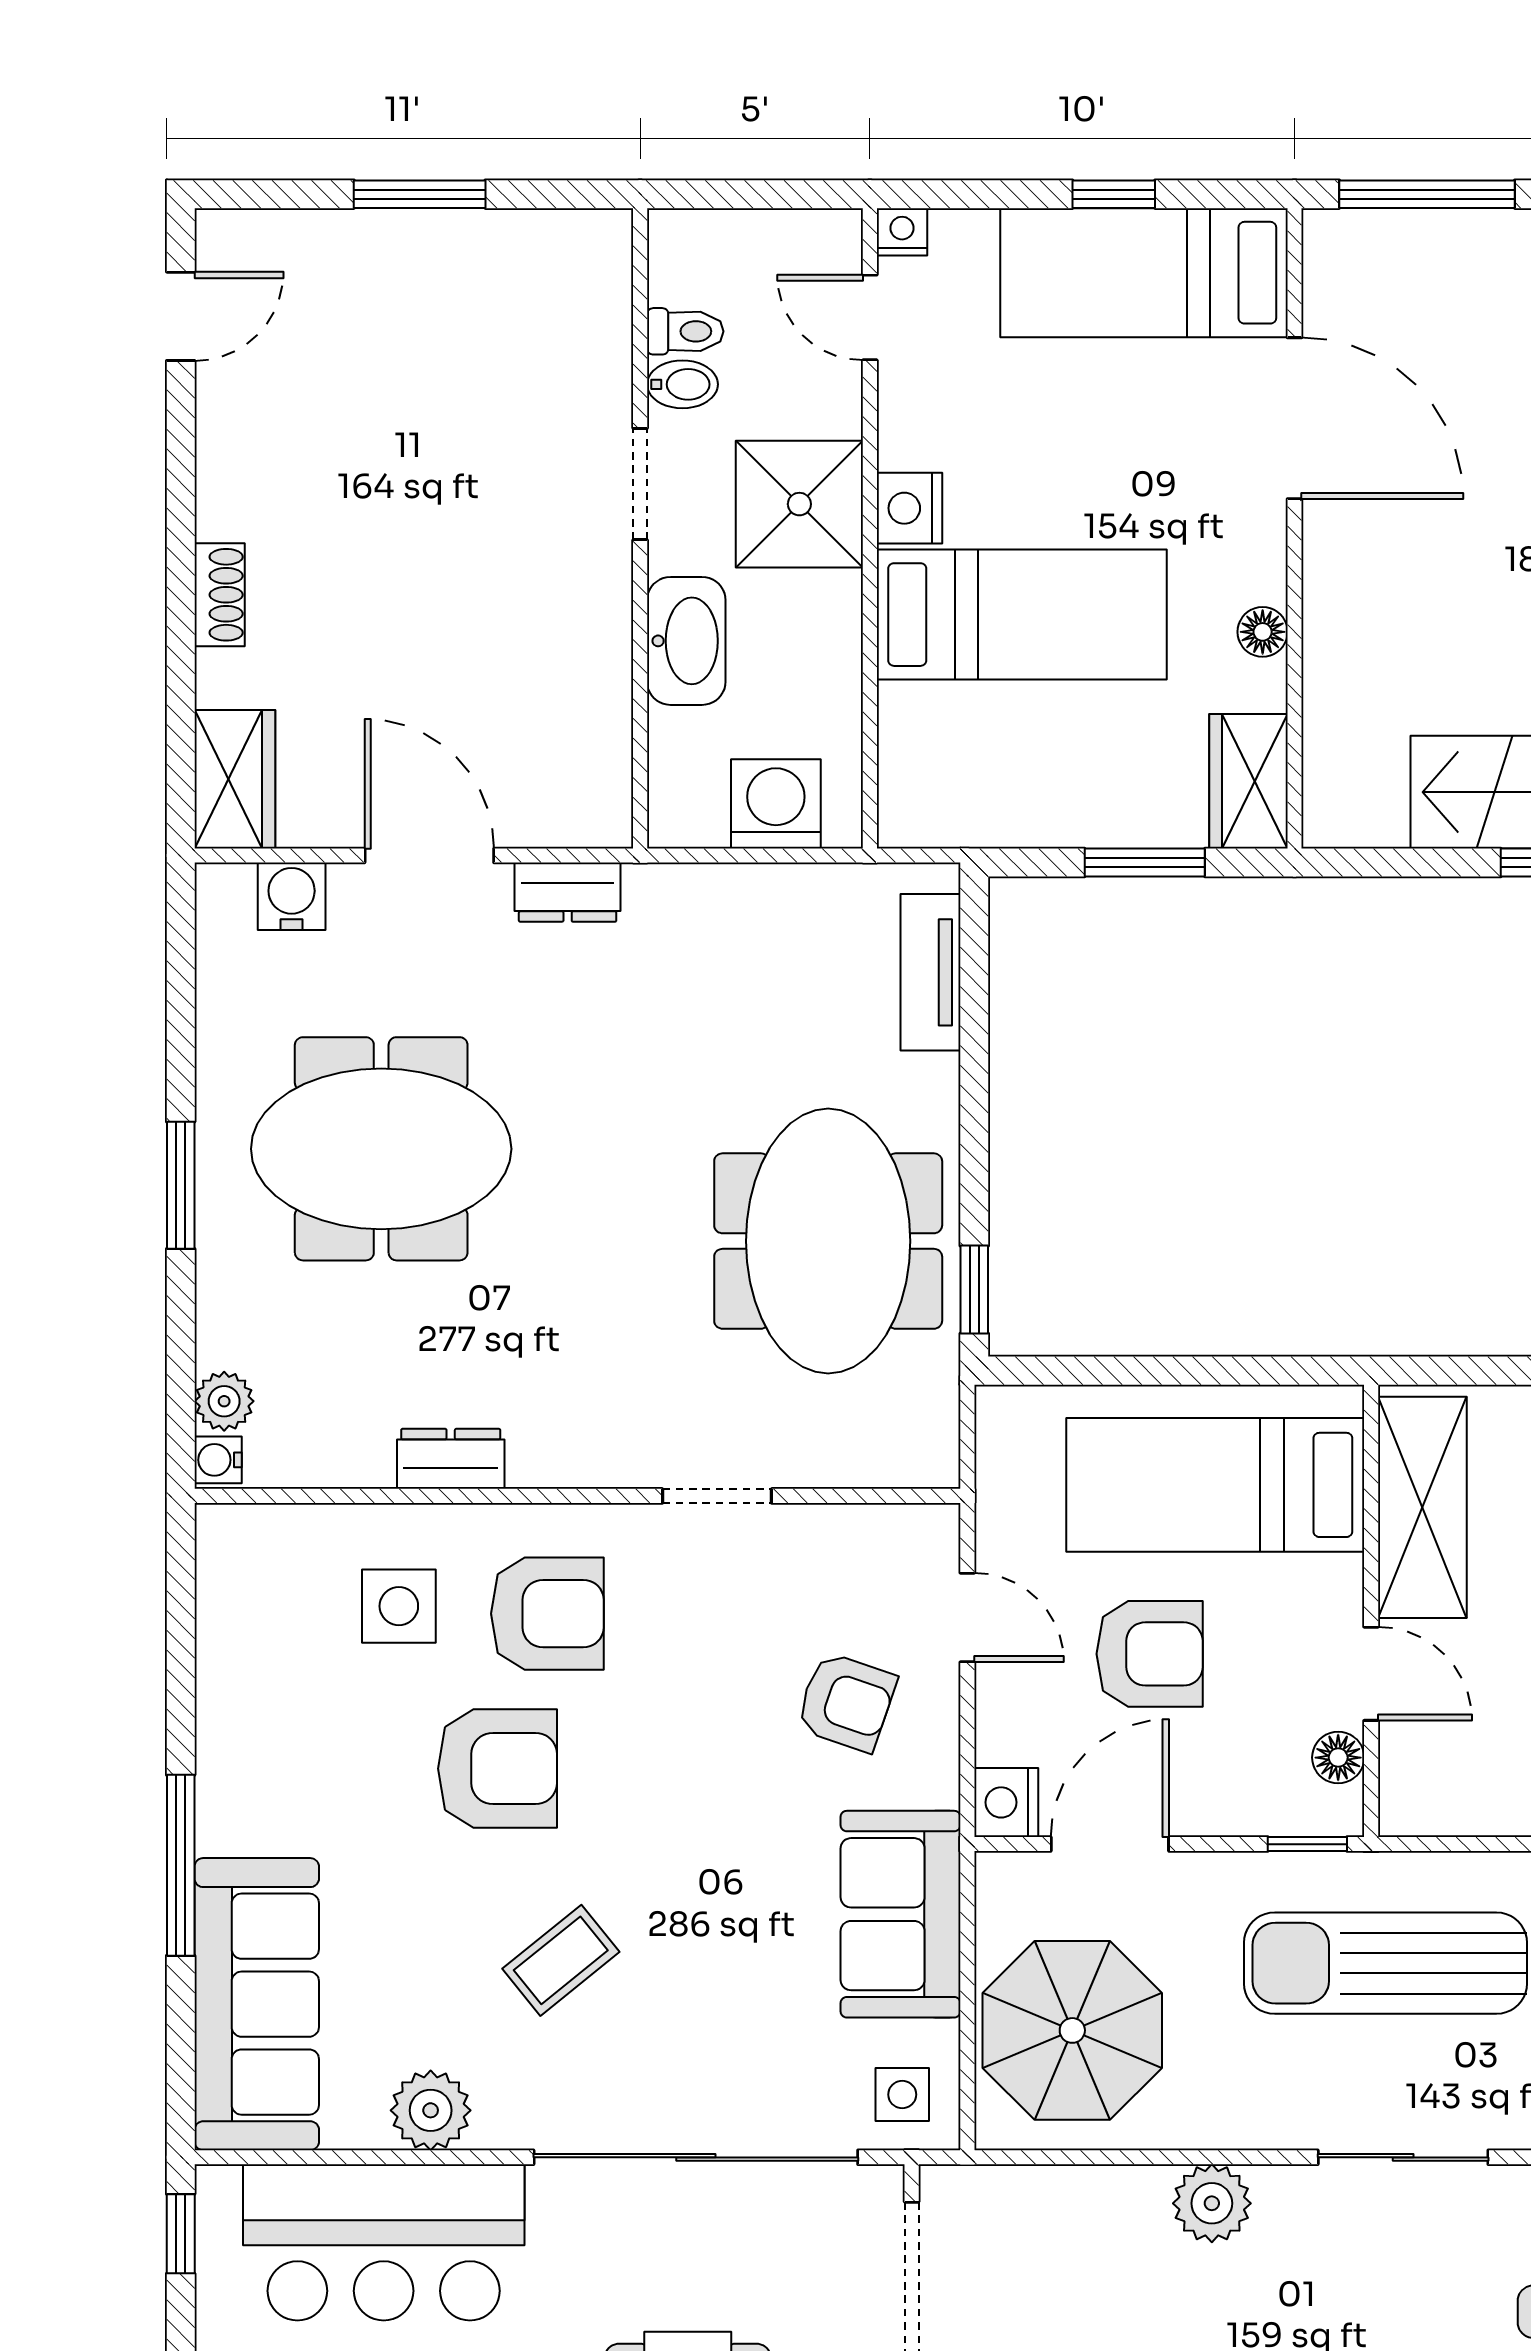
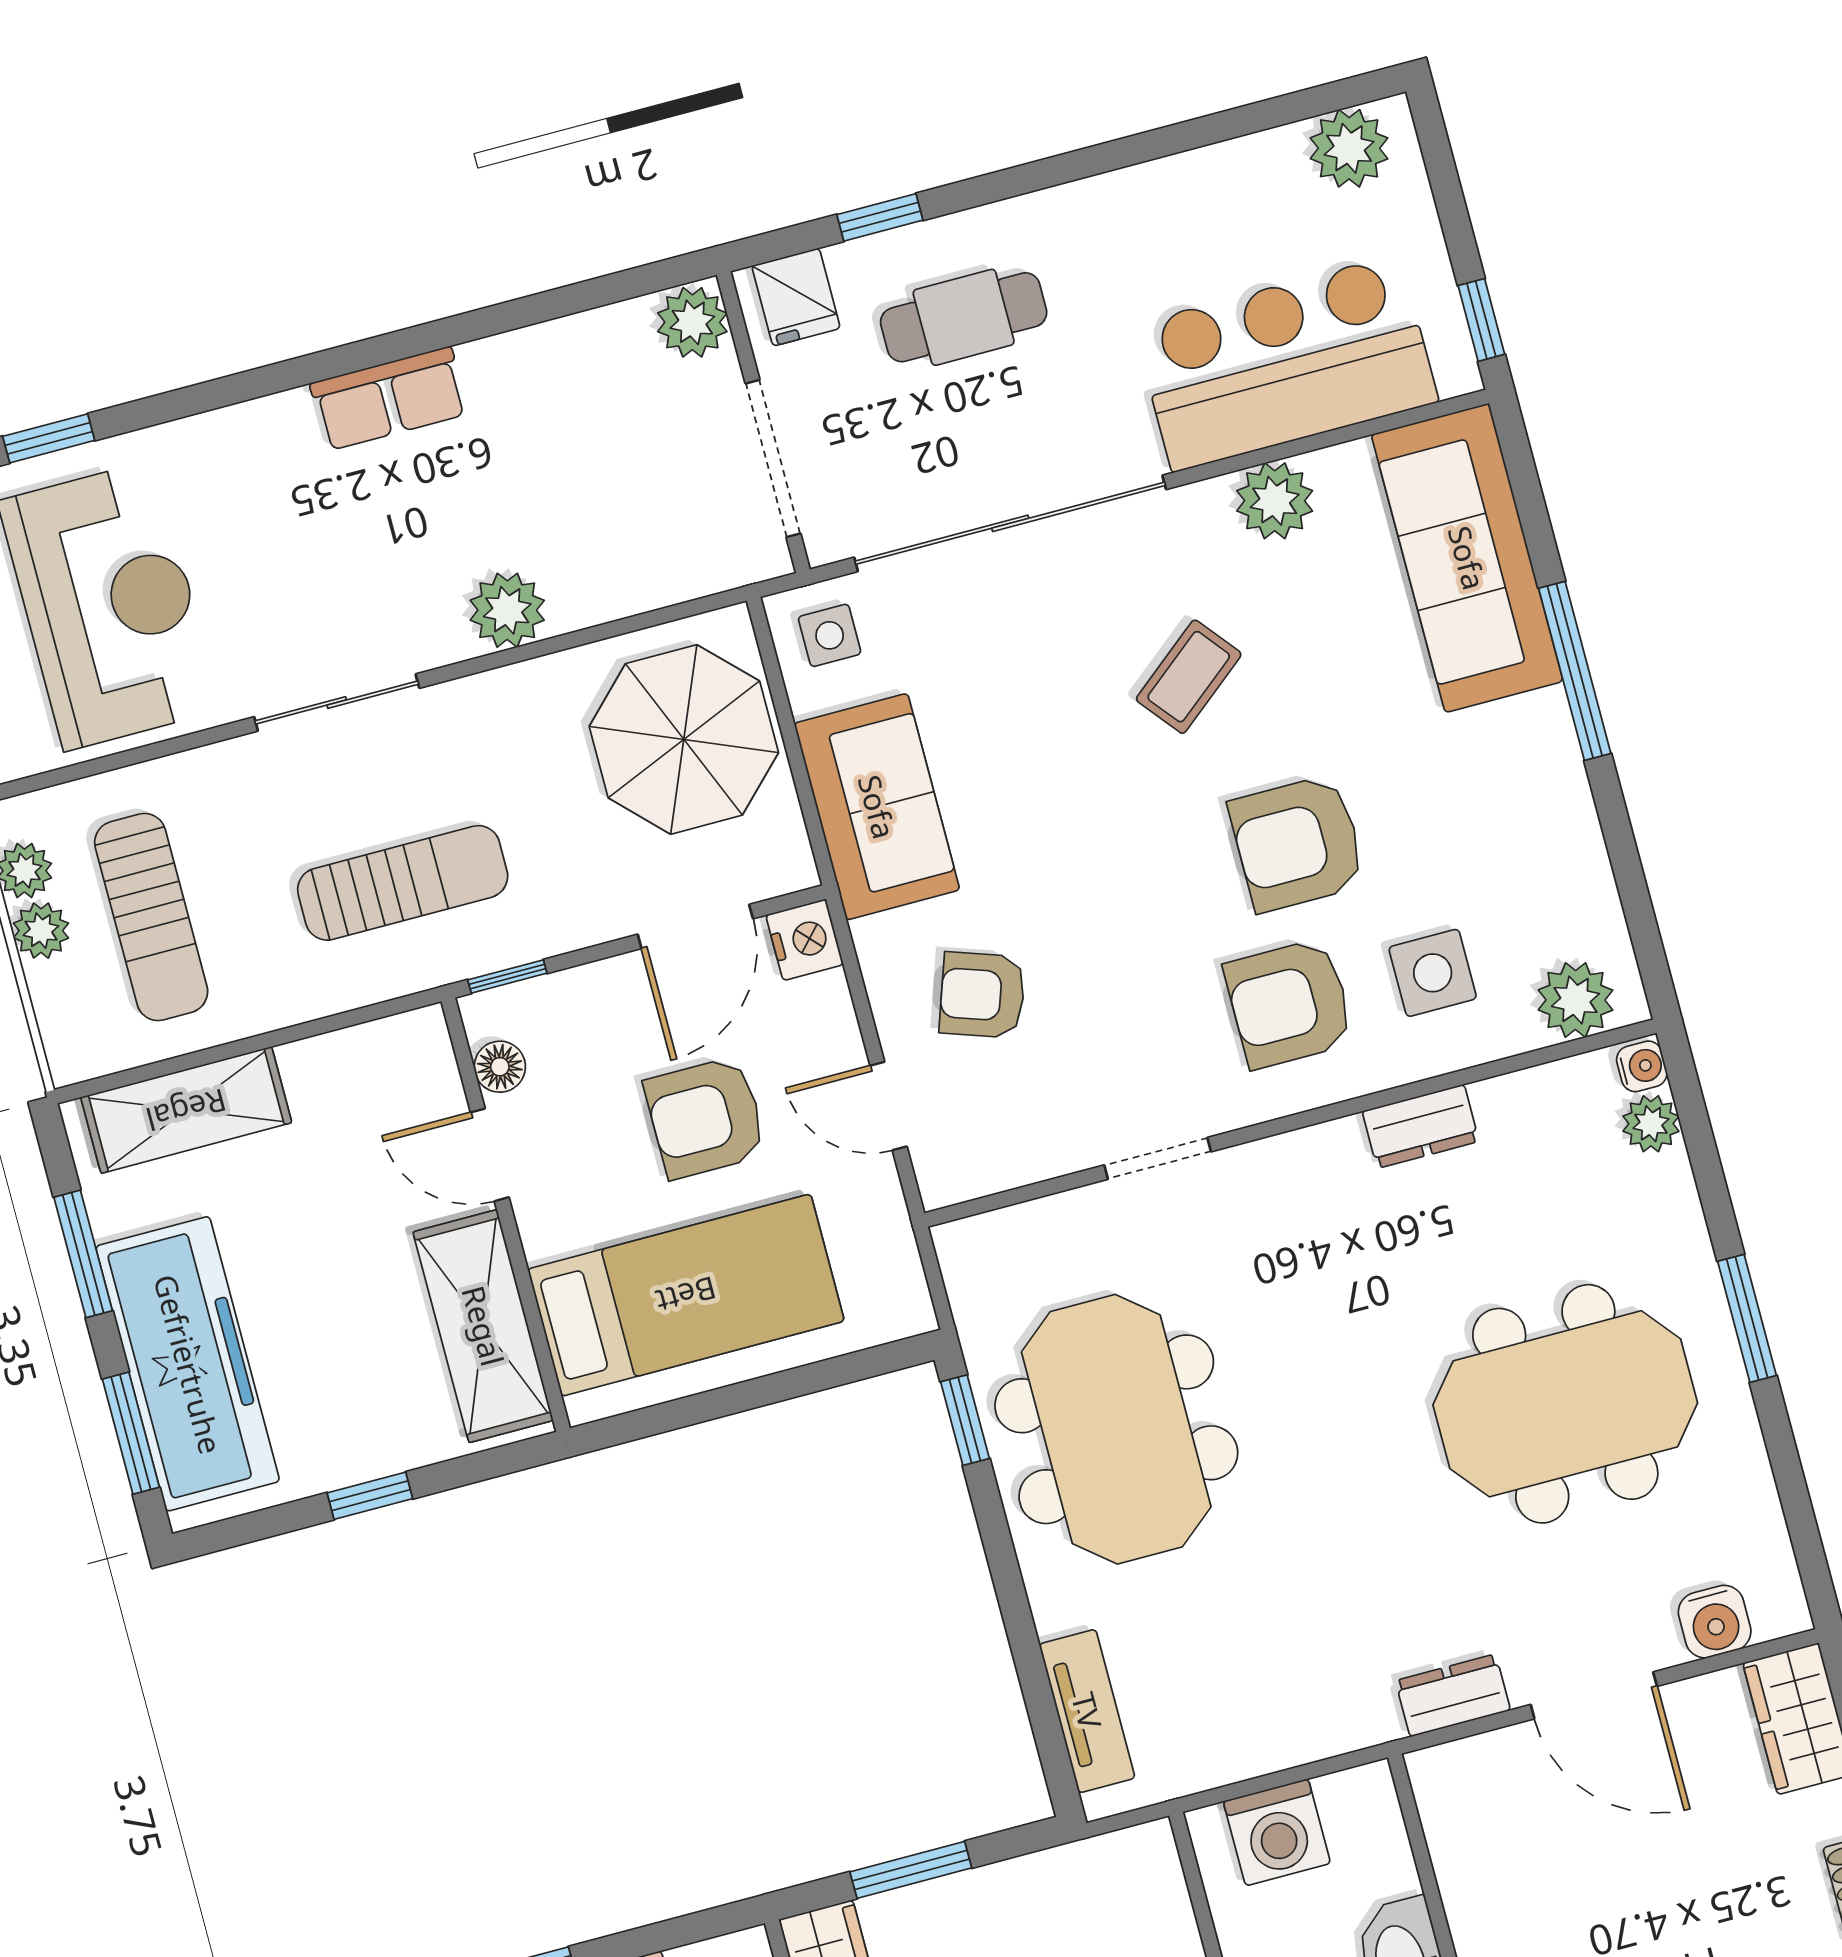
plant: (266, 1542) -> (1575, 1000), added
sun lounger: (1386, 1963) -> (403, 883), width x0.73, depth x0.75

